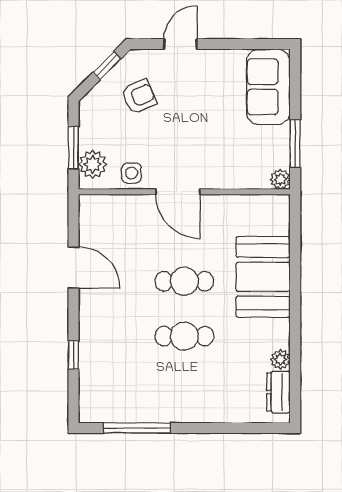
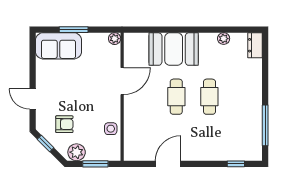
armchair: (139, 96) -> (64, 124), turned 113
window: (295, 144) -> (74, 30), moved
plant: (93, 164) -> (77, 152), moved
door: (178, 192) -> (122, 81), moved
window: (74, 355) -> (236, 164), moved
dresser: (278, 392) -> (255, 45), moved, turned 90

